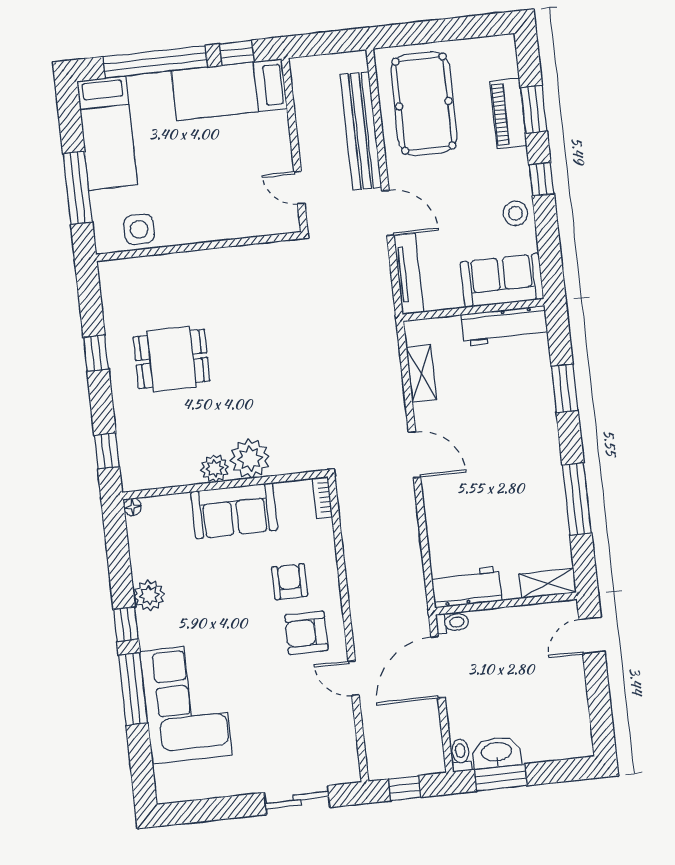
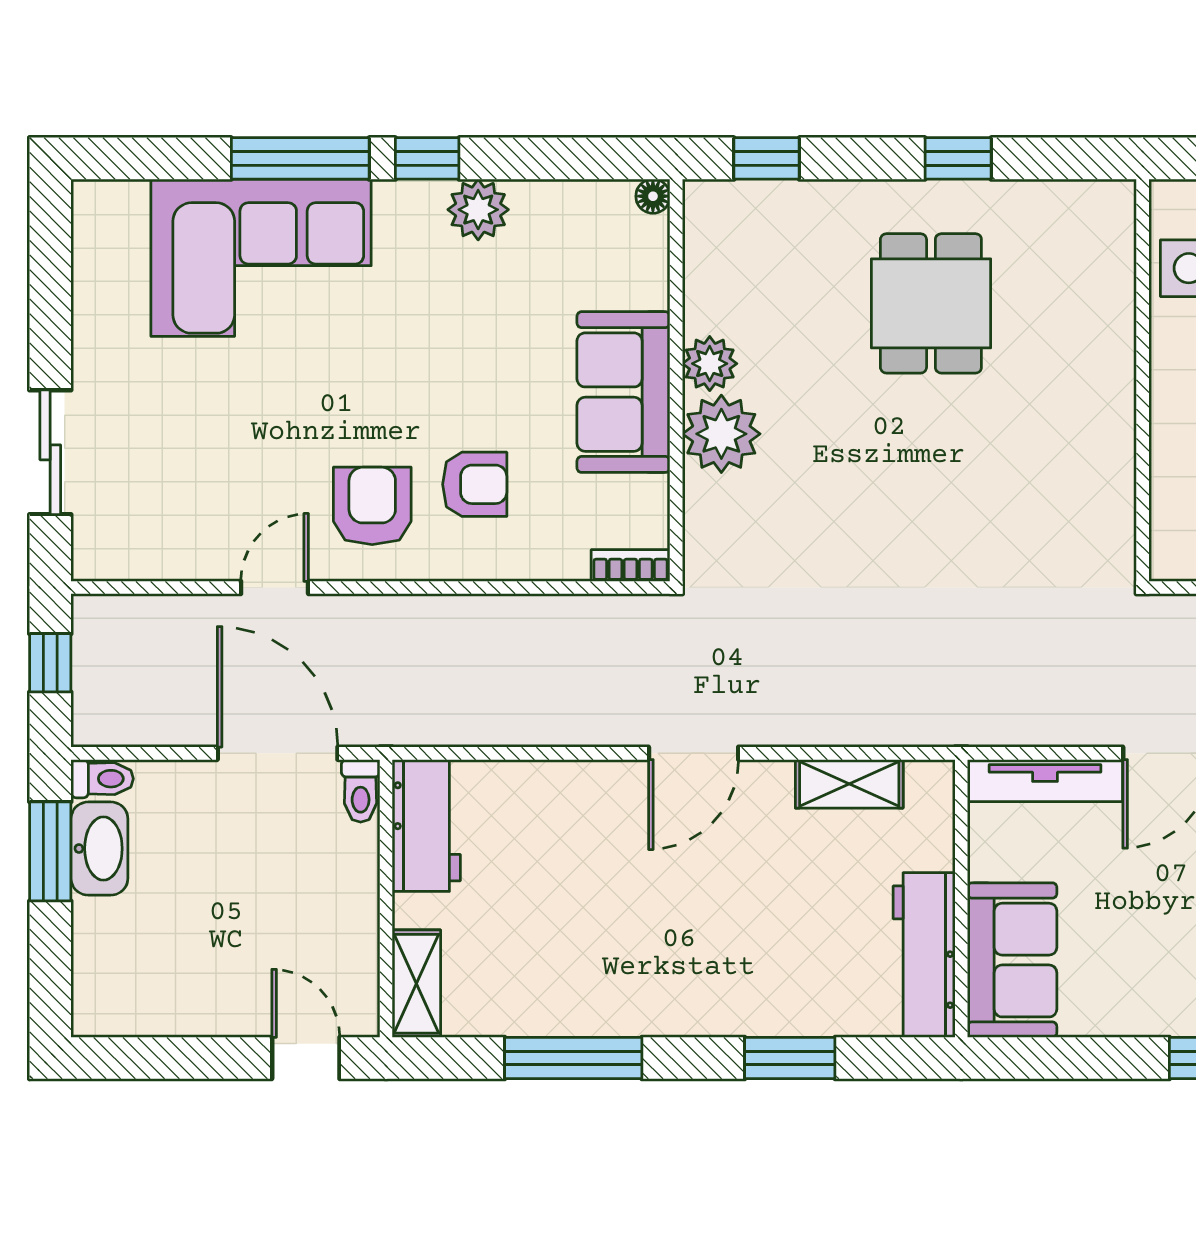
stool: (515, 213) -> (1139, 1000), removed

